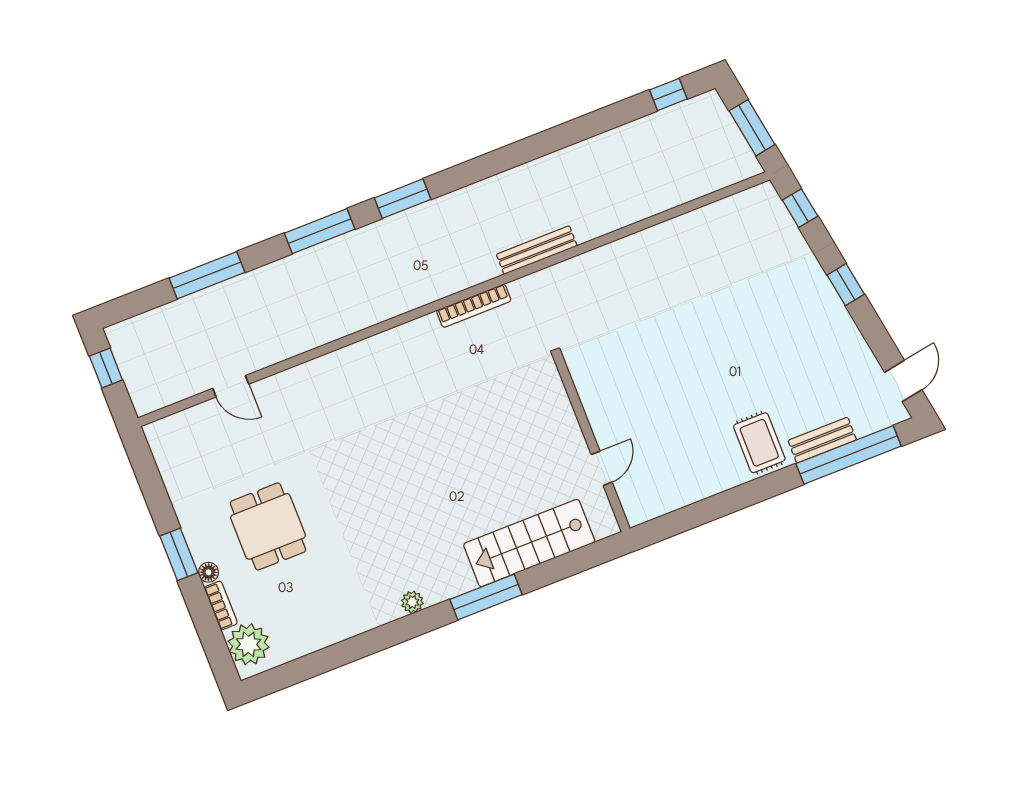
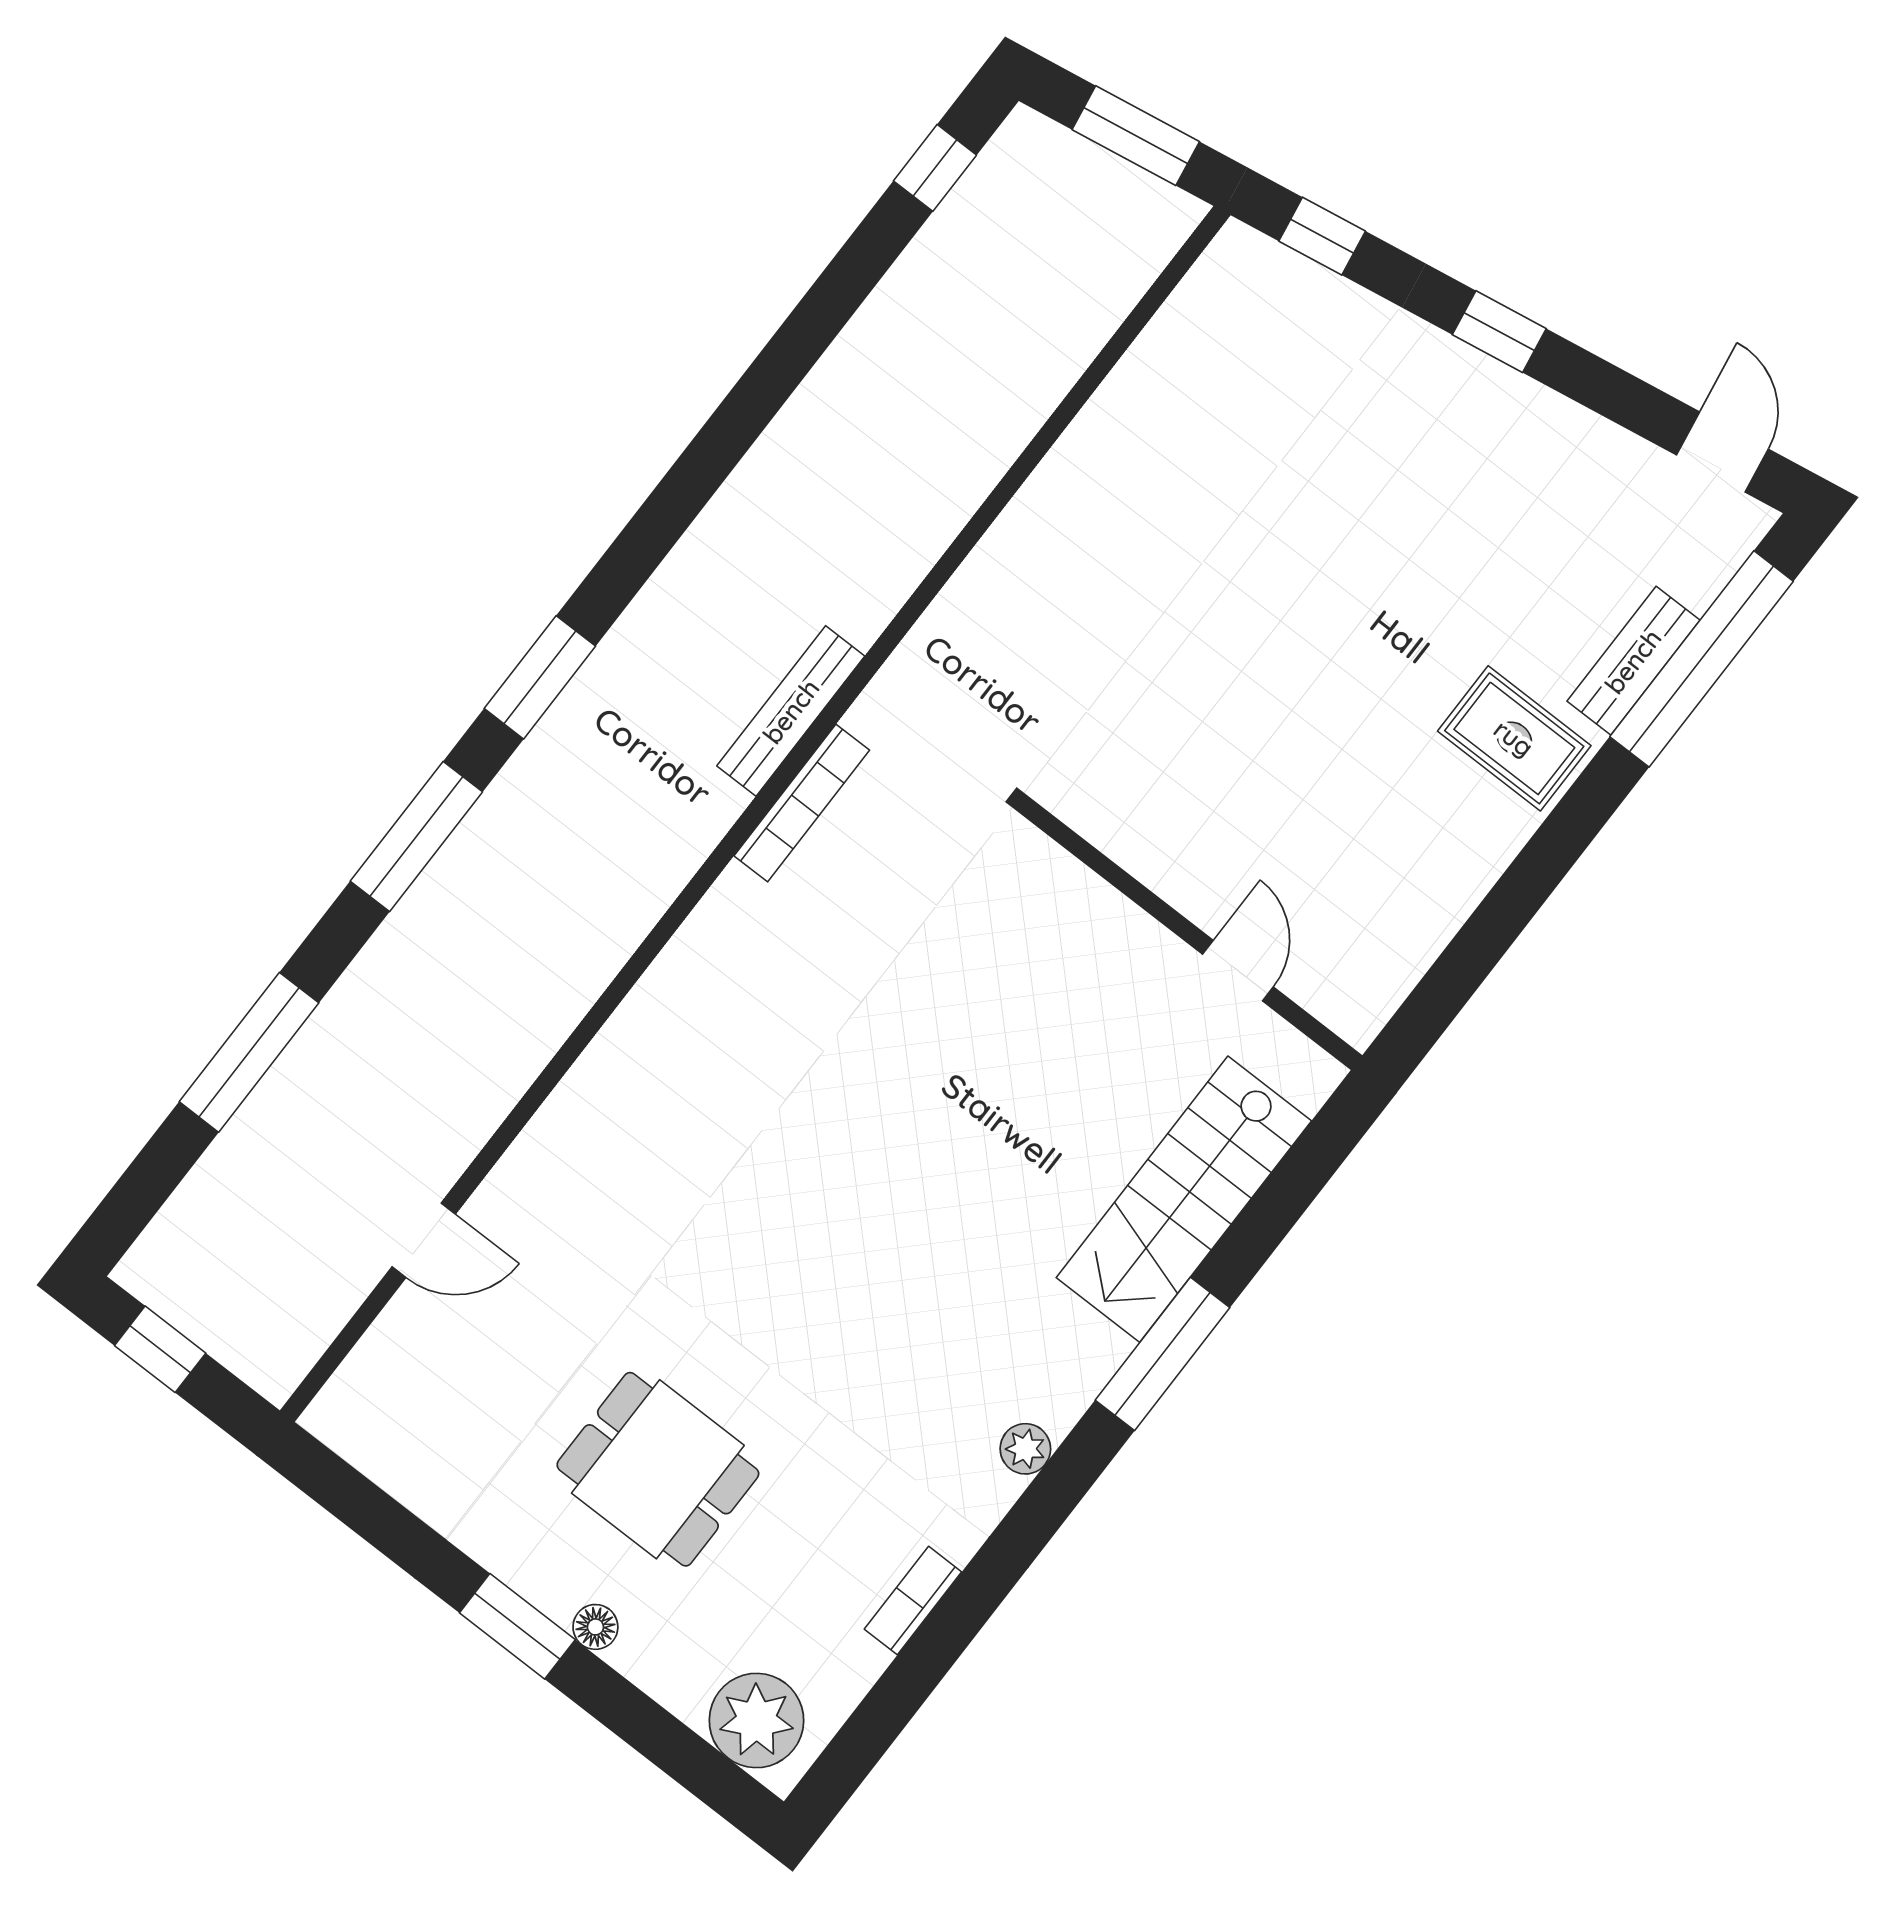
bench: (537, 250) -> (791, 711), moved
bookcase: (221, 605) -> (913, 1601), moved, turned -90

